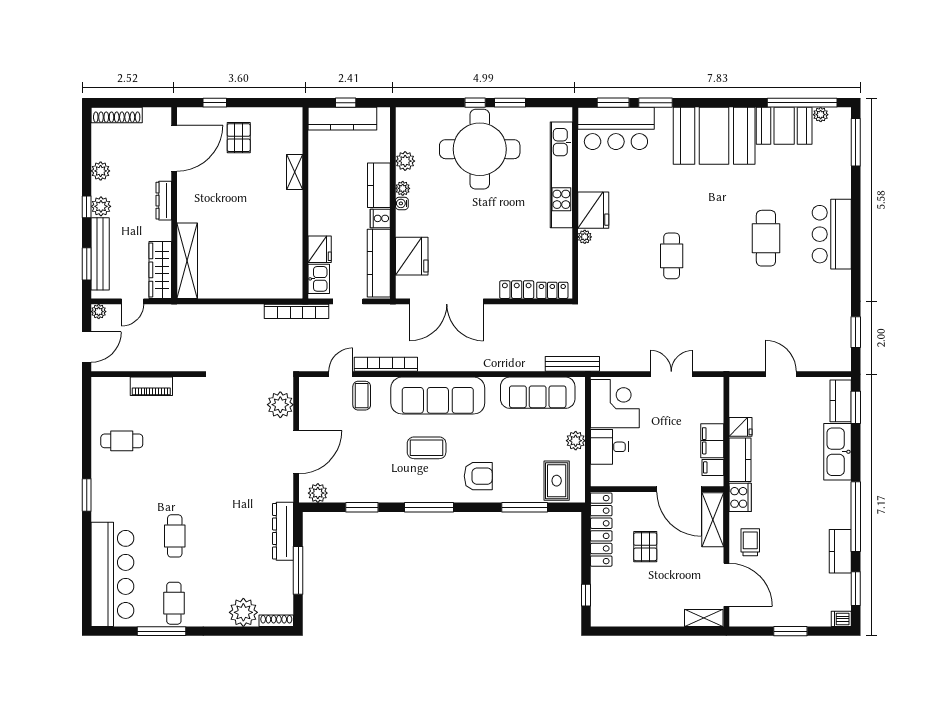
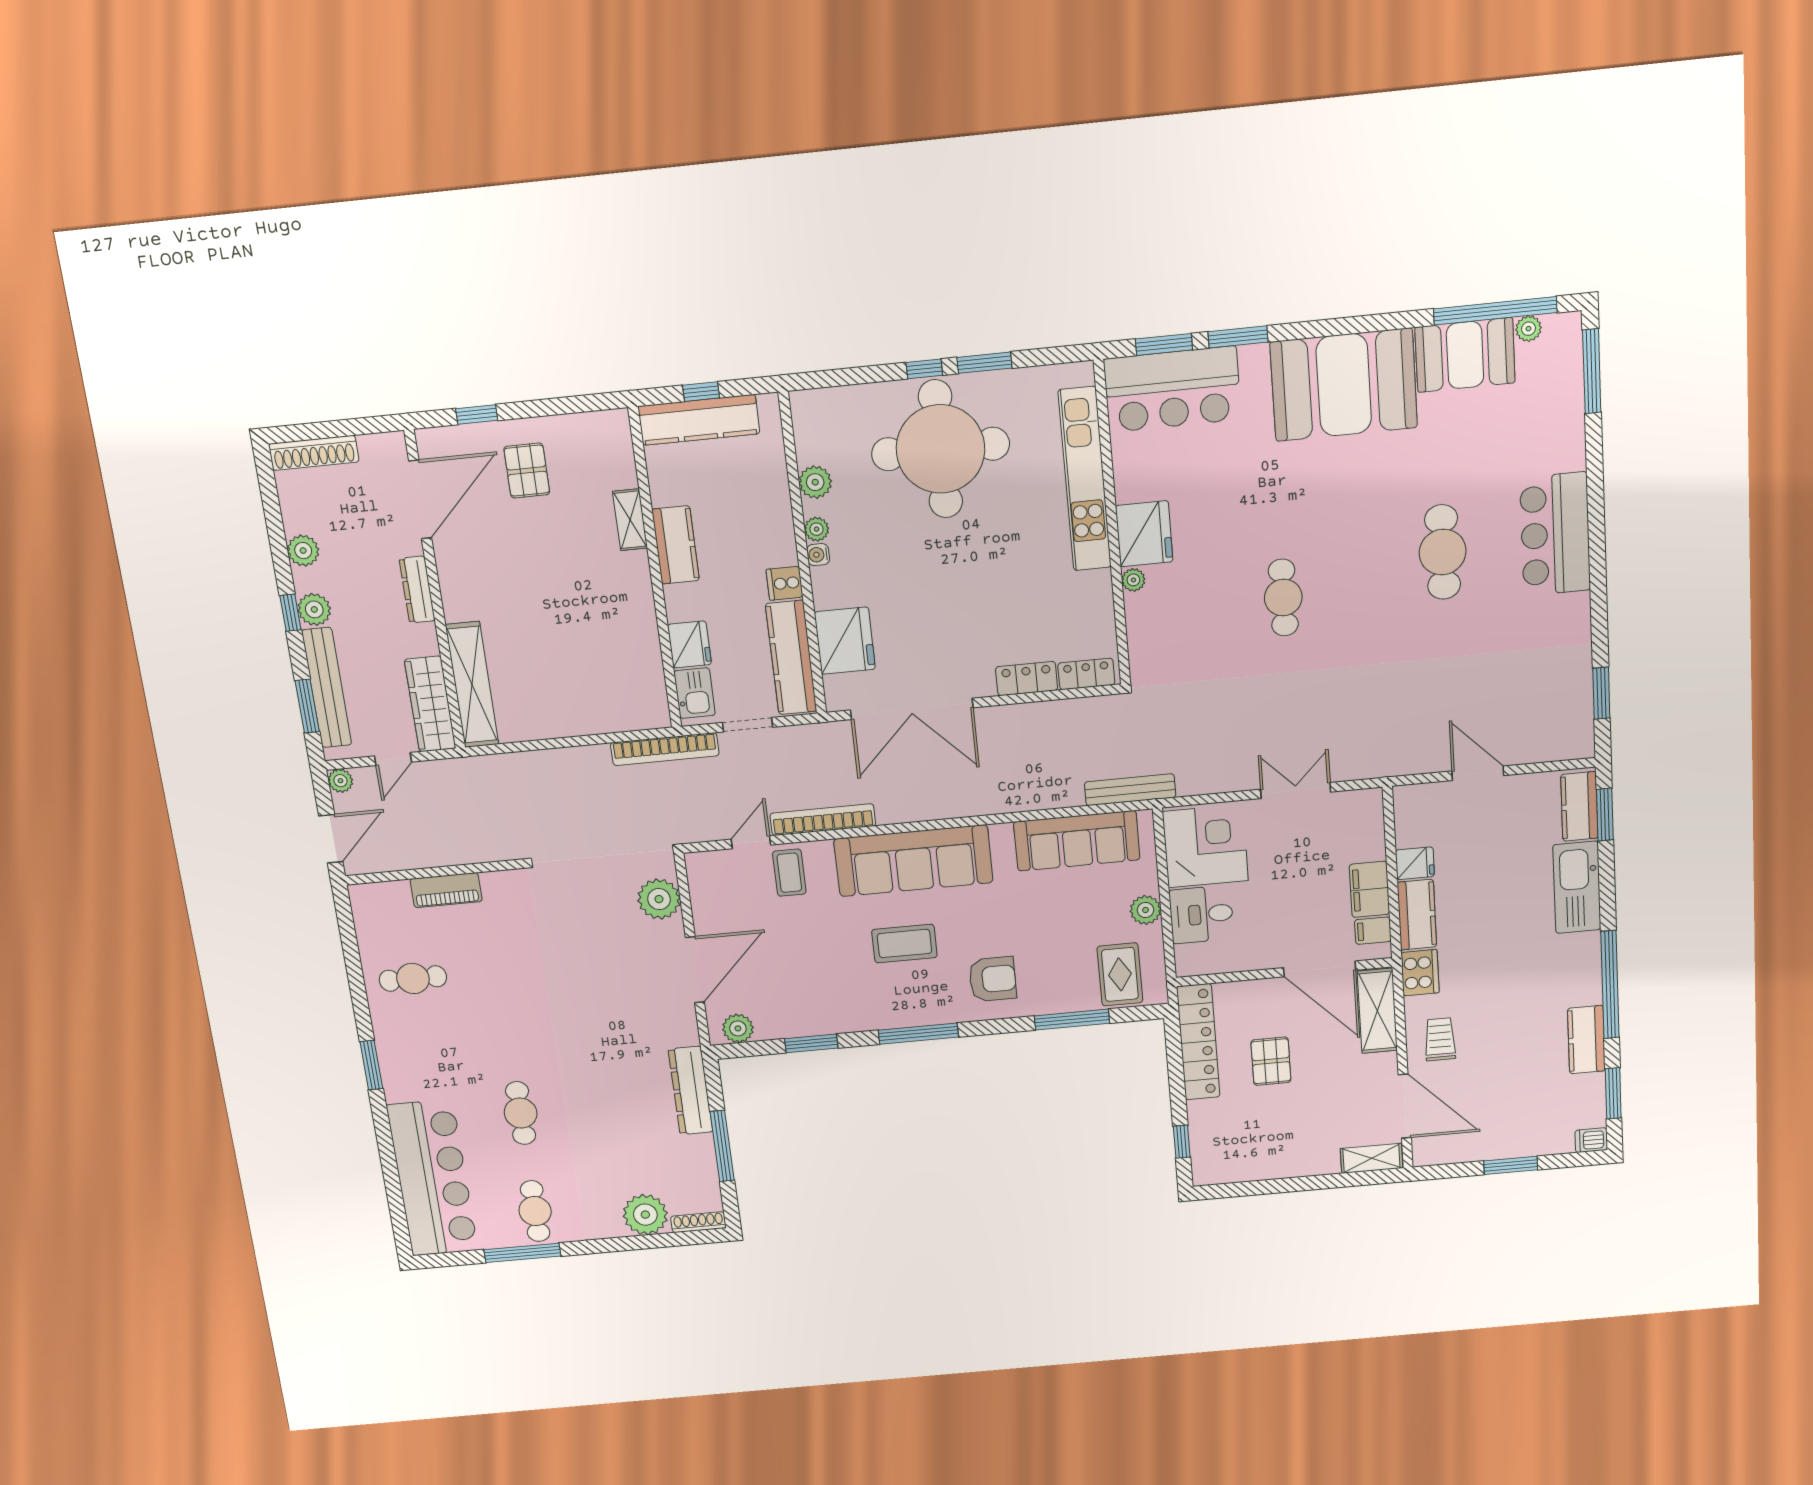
kitchen counter: (379, 185) -> (675, 545), moved, turned 180

